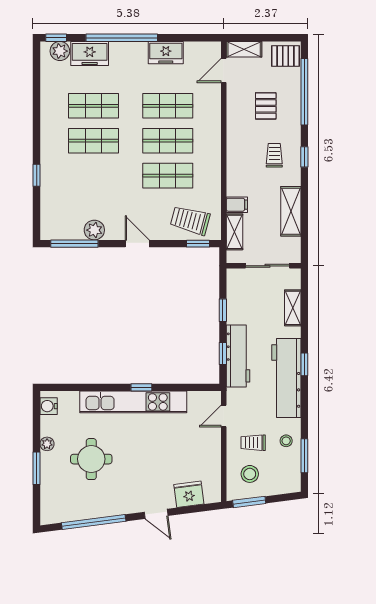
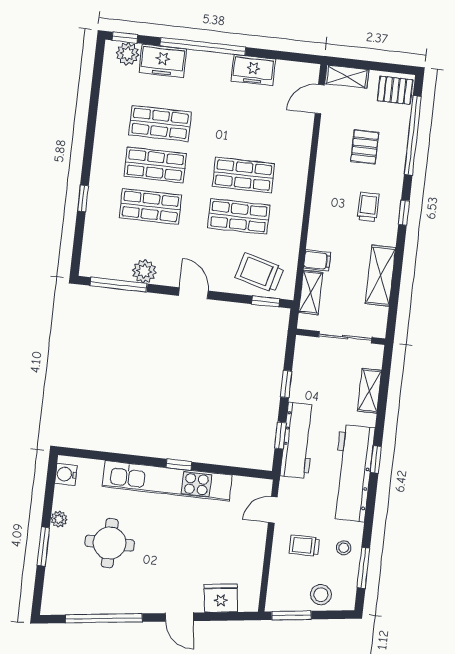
shop shelf: (168, 106) -> (151, 206), moved
stool: (250, 474) -> (321, 595), moved

